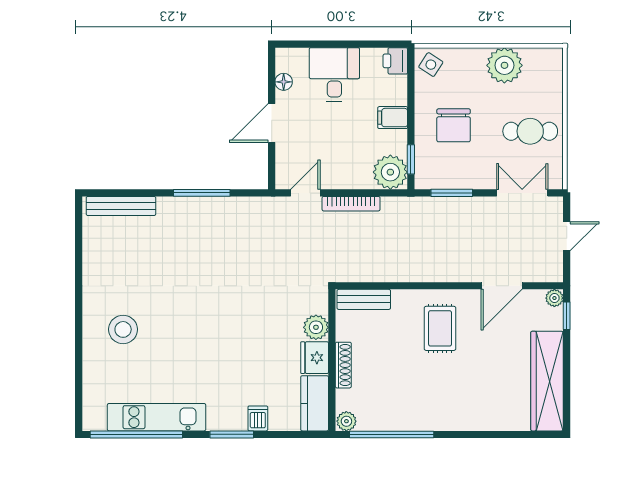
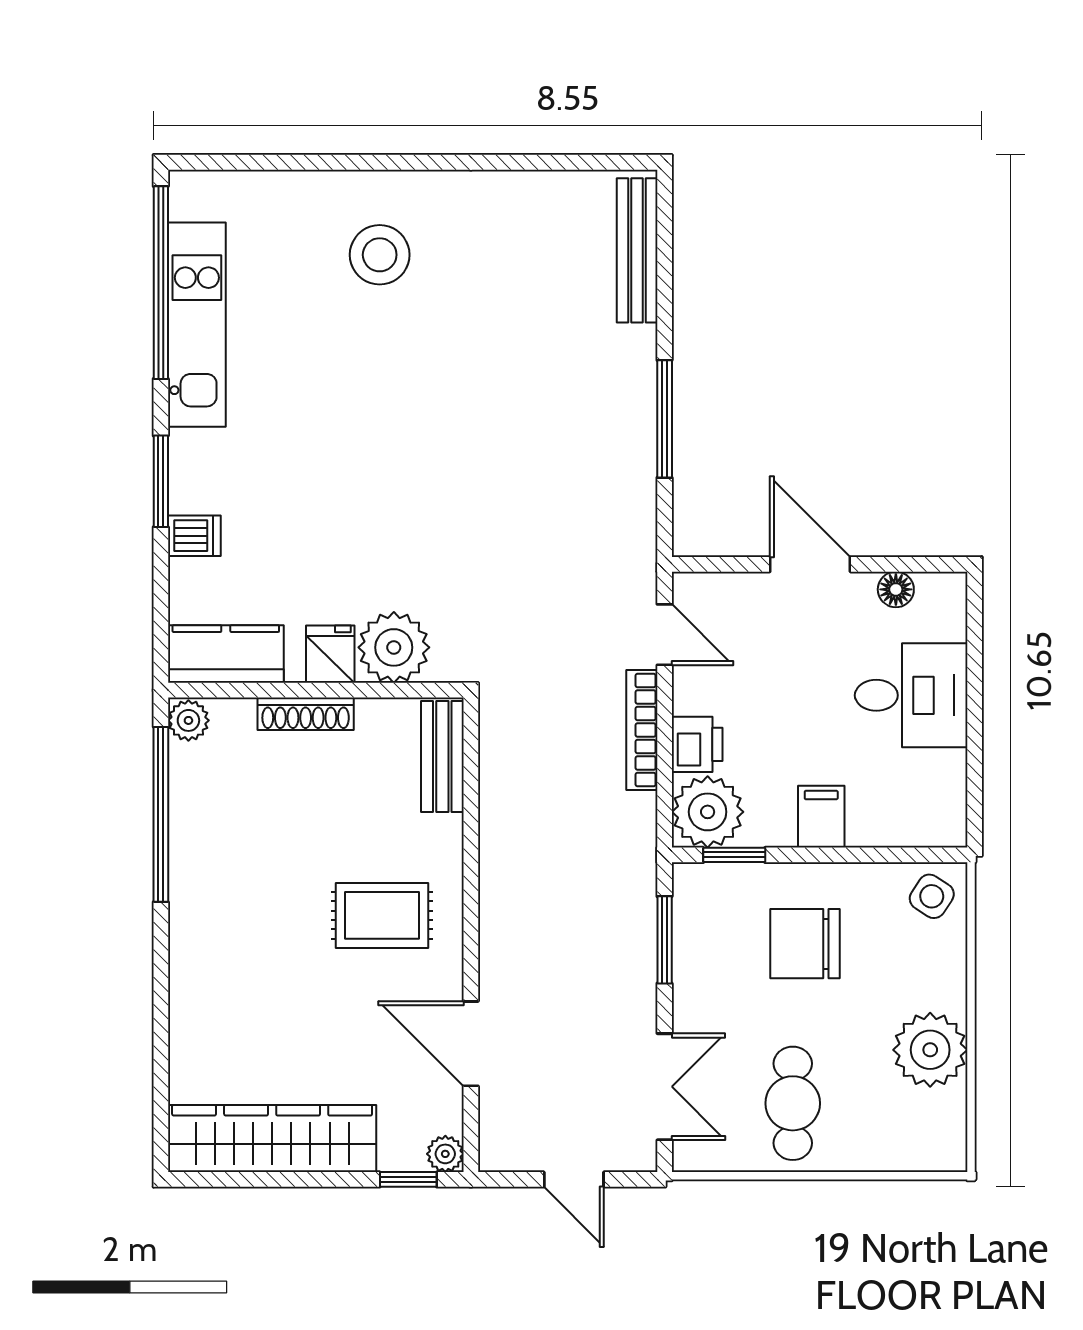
printer: (395, 61) -> (697, 744), moved, turned 90
plant: (316, 327) -> (394, 647), width x1.36, depth x1.36
fridge: (315, 358) -> (330, 654), width x0.72

